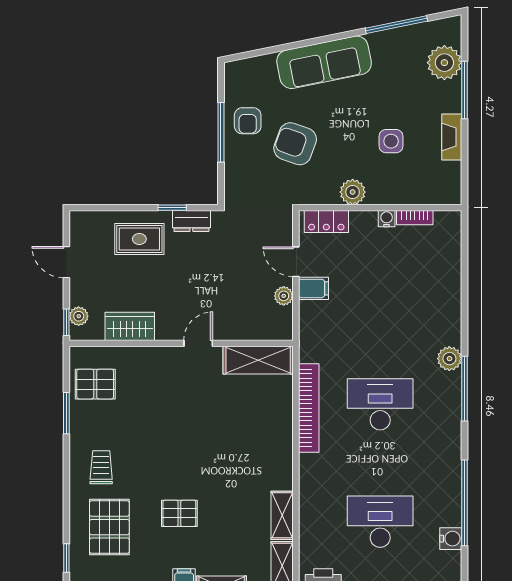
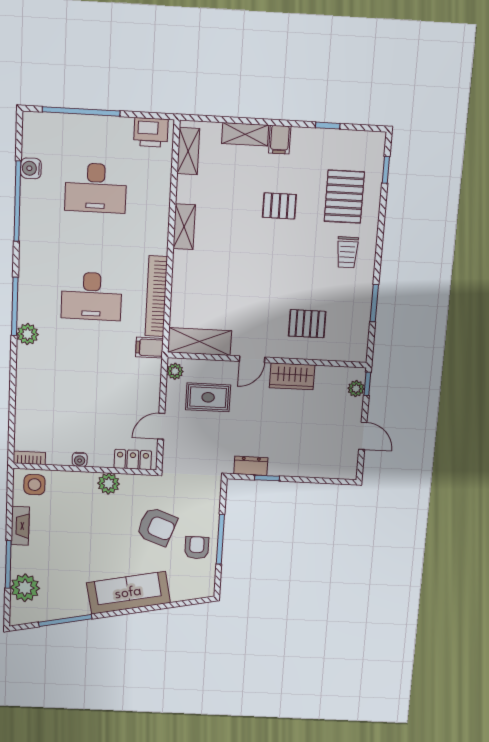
side table: (391, 141) -> (34, 485), moved
bookcase: (415, 218) -> (29, 458), moved
rug: (139, 239) -> (208, 397), moved
door: (296, 262) -> (161, 426), swing flipped
filing cabinet: (314, 288) -> (149, 348), moved
plant: (284, 296) -> (175, 371), moved
wardrobe: (130, 326) -> (292, 376), moved
pallet: (95, 384) -> (307, 324), moved
shelving: (282, 515) -> (184, 227), moved

